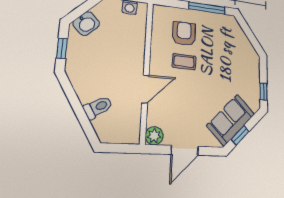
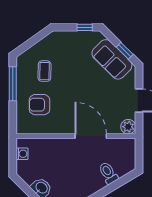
coffee table: (184, 62) -> (44, 71), moved
door: (145, 89) -> (91, 136), width x1.36

